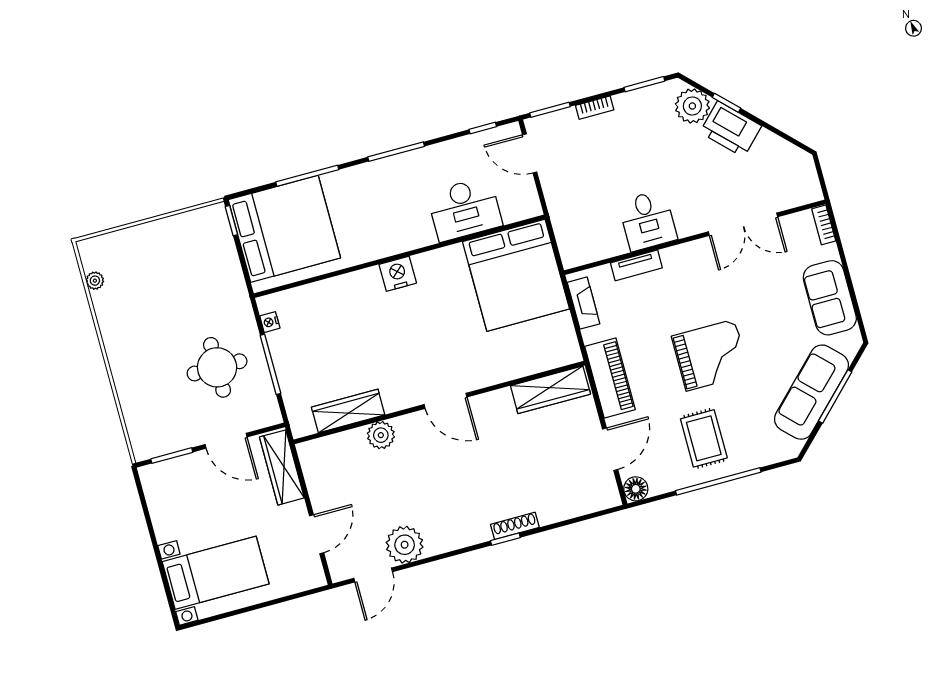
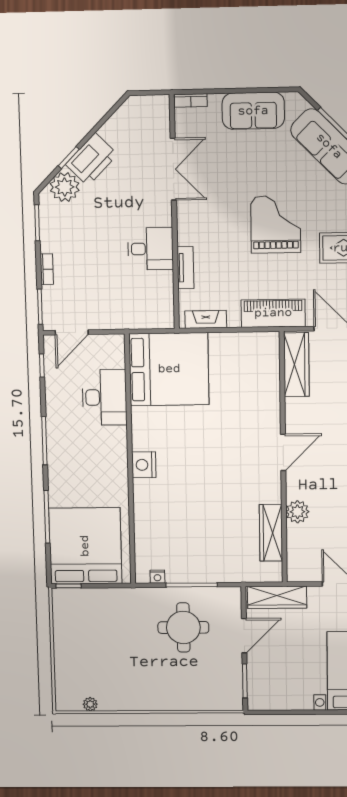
wardrobe: (550, 390) -> (296, 365), moved
door: (446, 401) -> (283, 452), moved
wall: (439, 403) -> (283, 458), moved
wardrobe: (348, 411) -> (271, 533), moved
plant: (381, 435) -> (297, 512), moved

